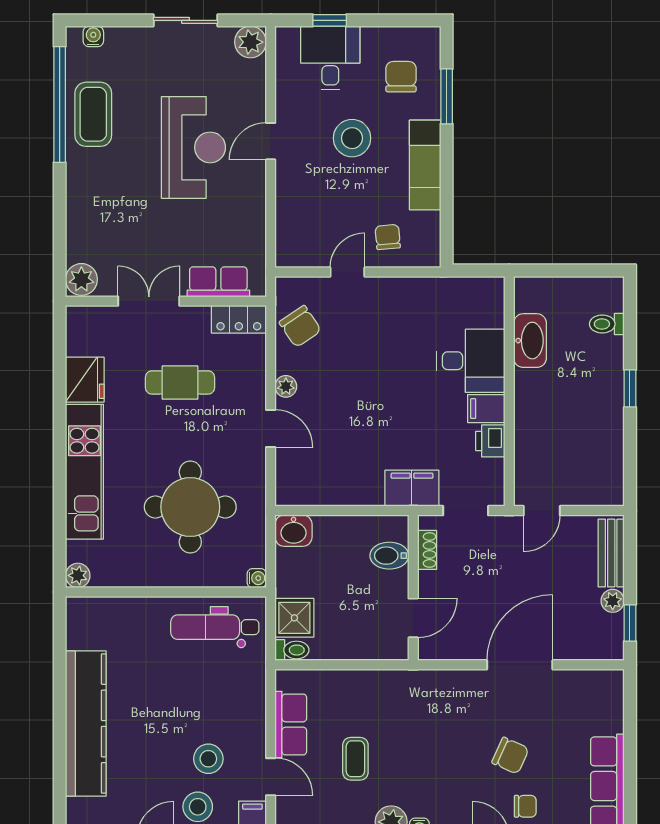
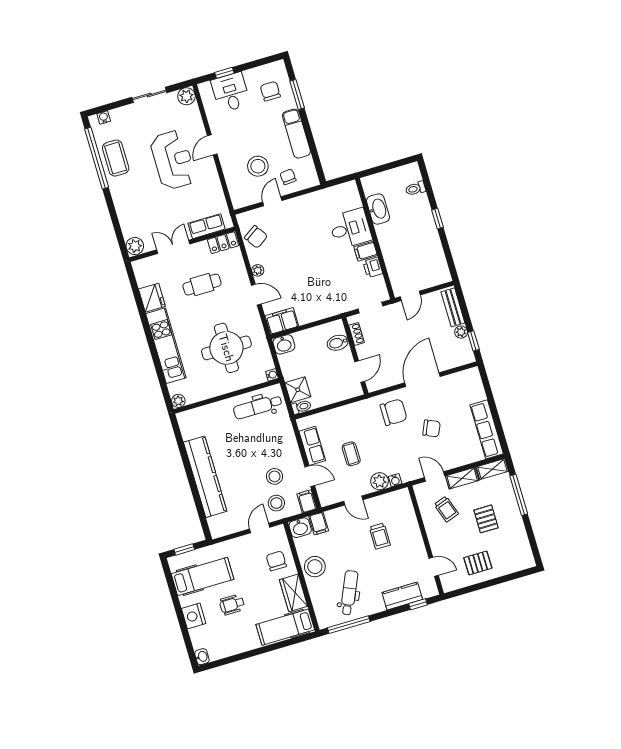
stool: (352, 138) -> (258, 166), moved
filing cabinet: (412, 488) -> (282, 321), moved
chair: (525, 806) -> (394, 412), moved, width x1.87, depth x1.87

